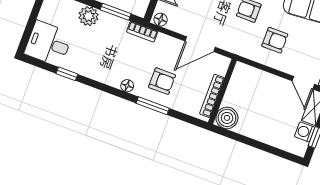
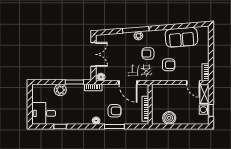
door: (200, 44) -> (128, 82), hinge flipped
boiler: (227, 118) -> (169, 118), moved

